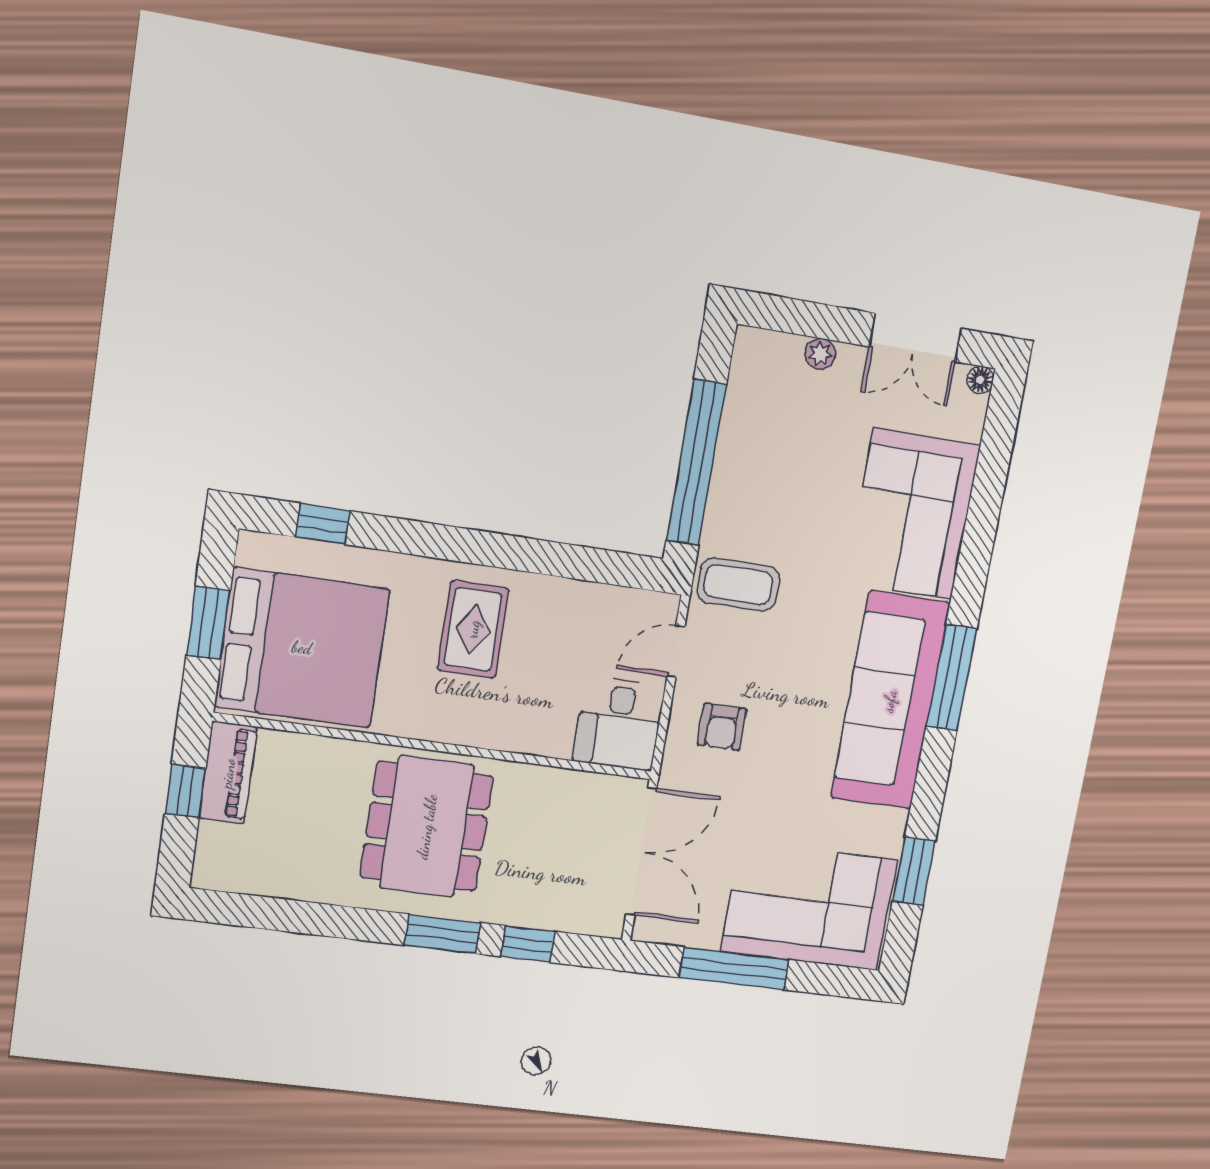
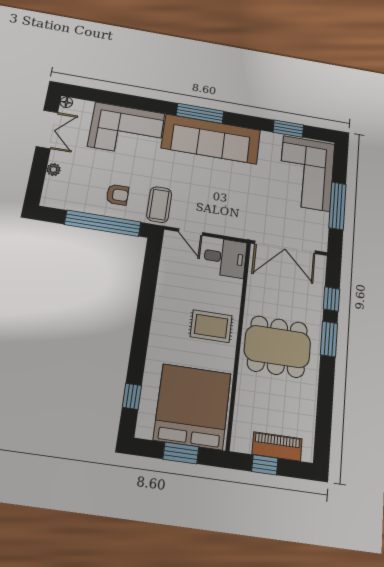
rug: (473, 629) -> (211, 326), moved
armchair: (722, 727) -> (117, 195), moved
piano: (228, 773) -> (277, 446), moved
double door: (641, 852) -> (285, 247), swing flipped

